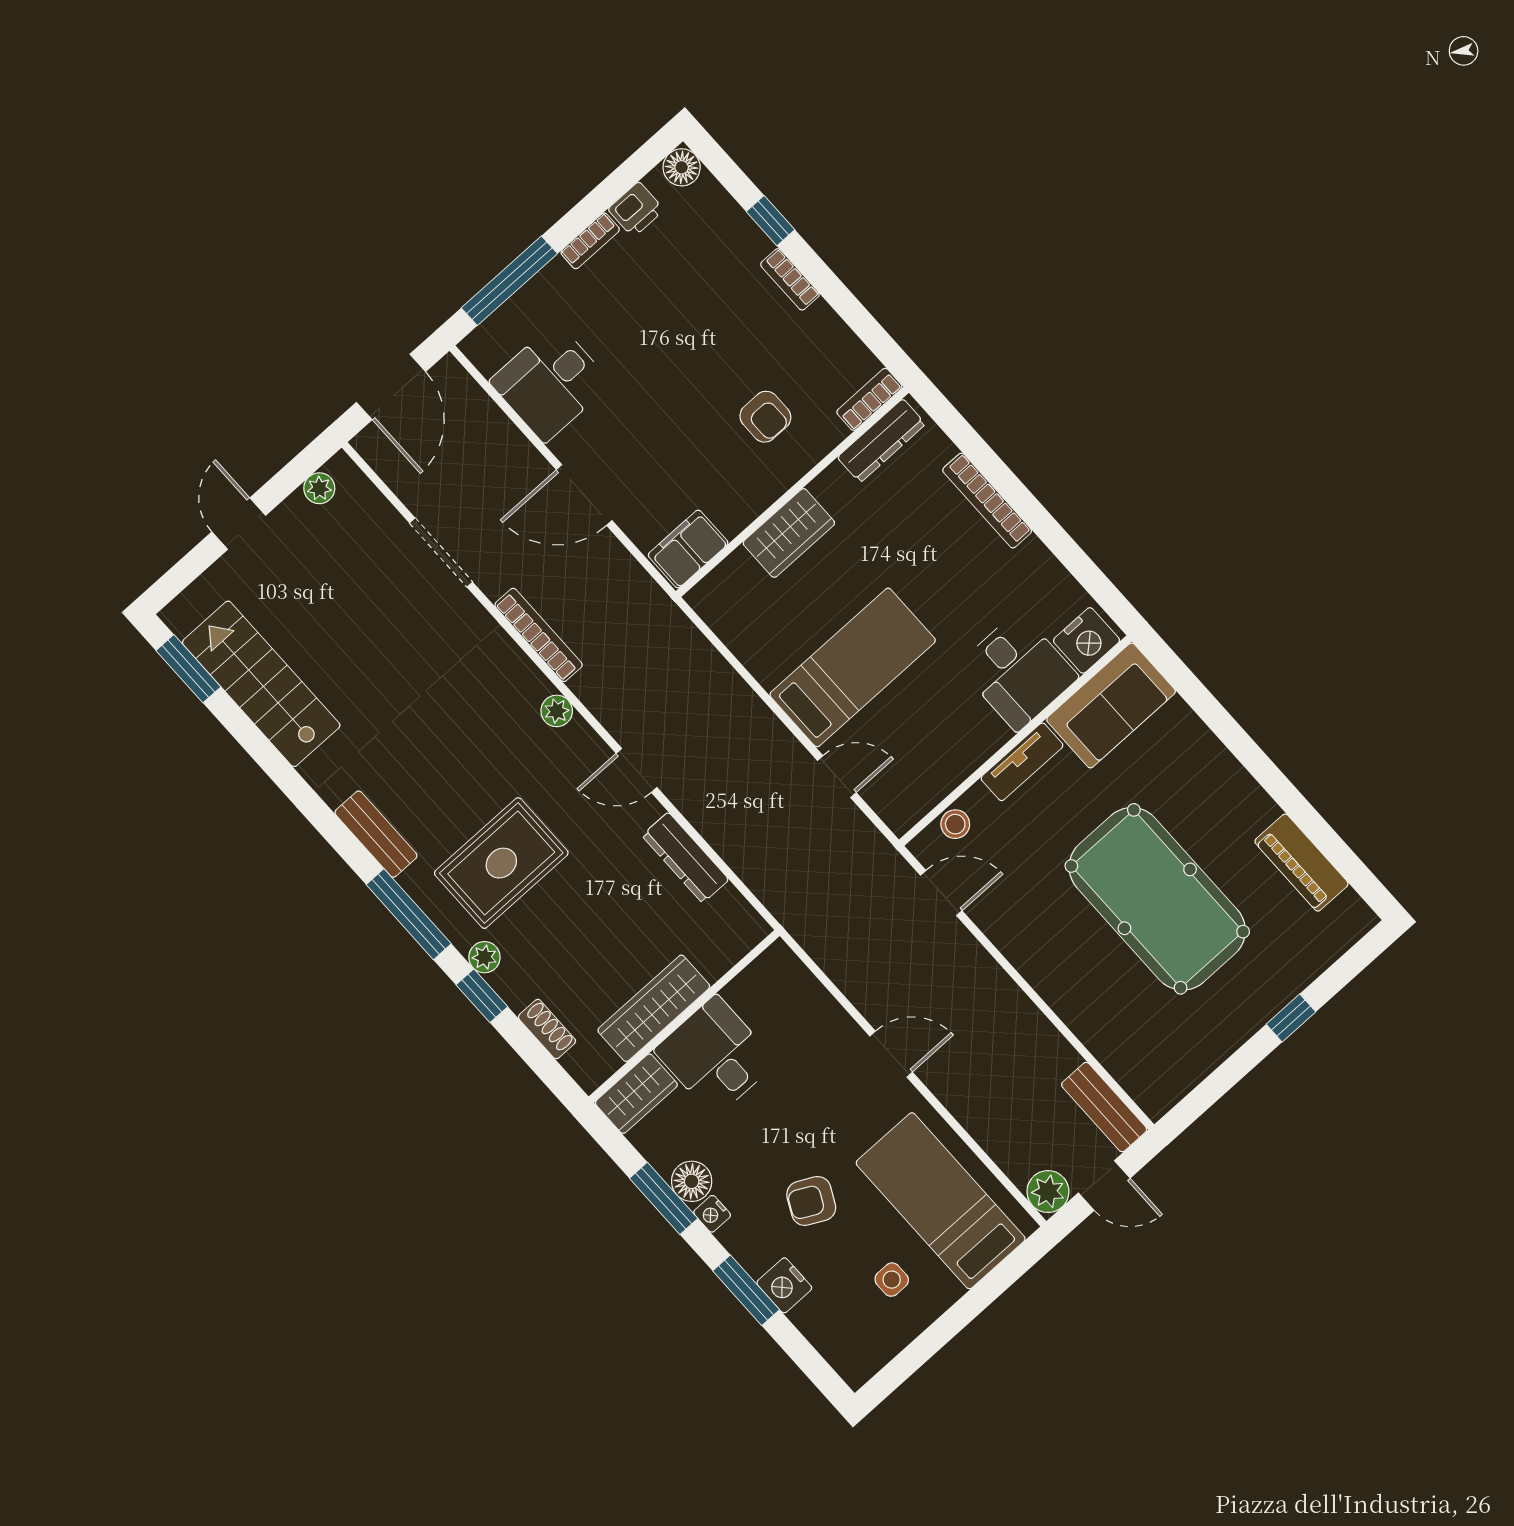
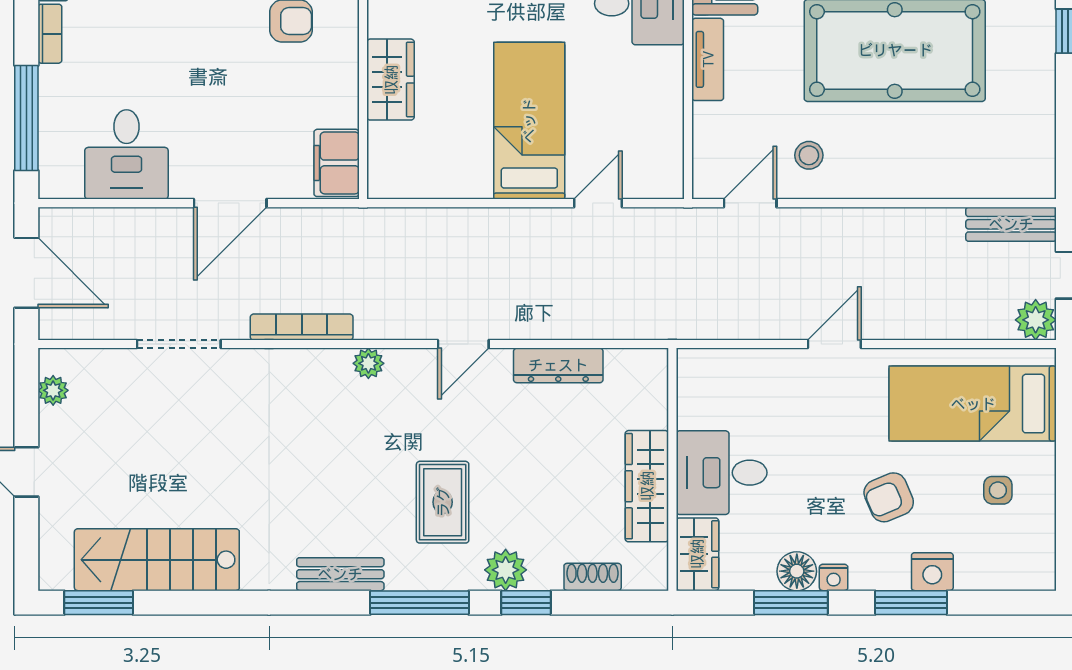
stool: (955, 824) -> (809, 155), moved
rug: (501, 863) -> (443, 502), width x0.73, depth x0.70
plant: (484, 957) -> (506, 570), width x1.38, depth x1.38
armchair: (811, 1201) -> (889, 497), turned 40

